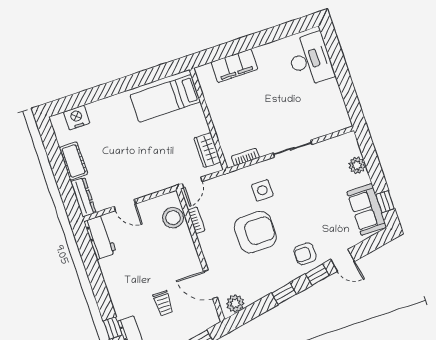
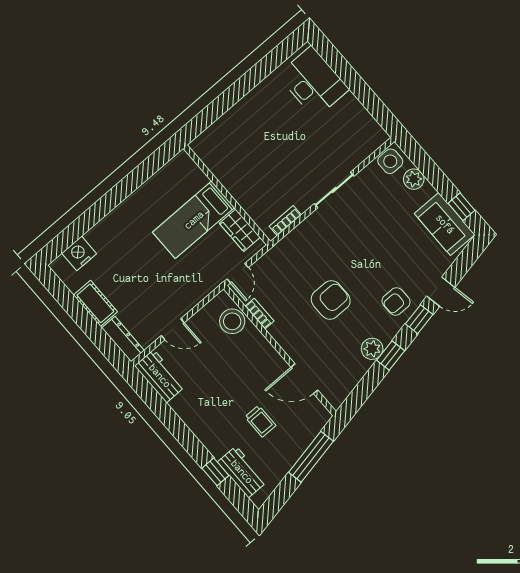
filing cabinet: (234, 66) -> (232, 124), removed
bed: (165, 98) -> (194, 220), moved
side table: (262, 190) -> (390, 161), moved
armchair: (255, 232) -> (331, 300), width x0.73, depth x0.73
plant: (235, 303) -> (372, 349), moved

